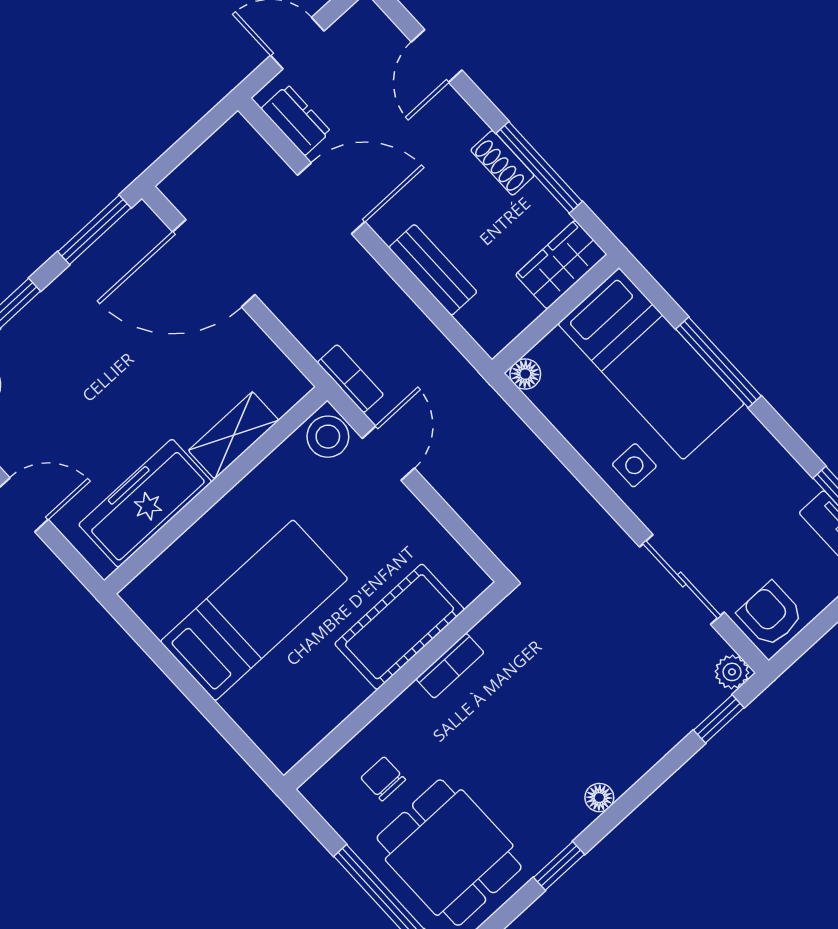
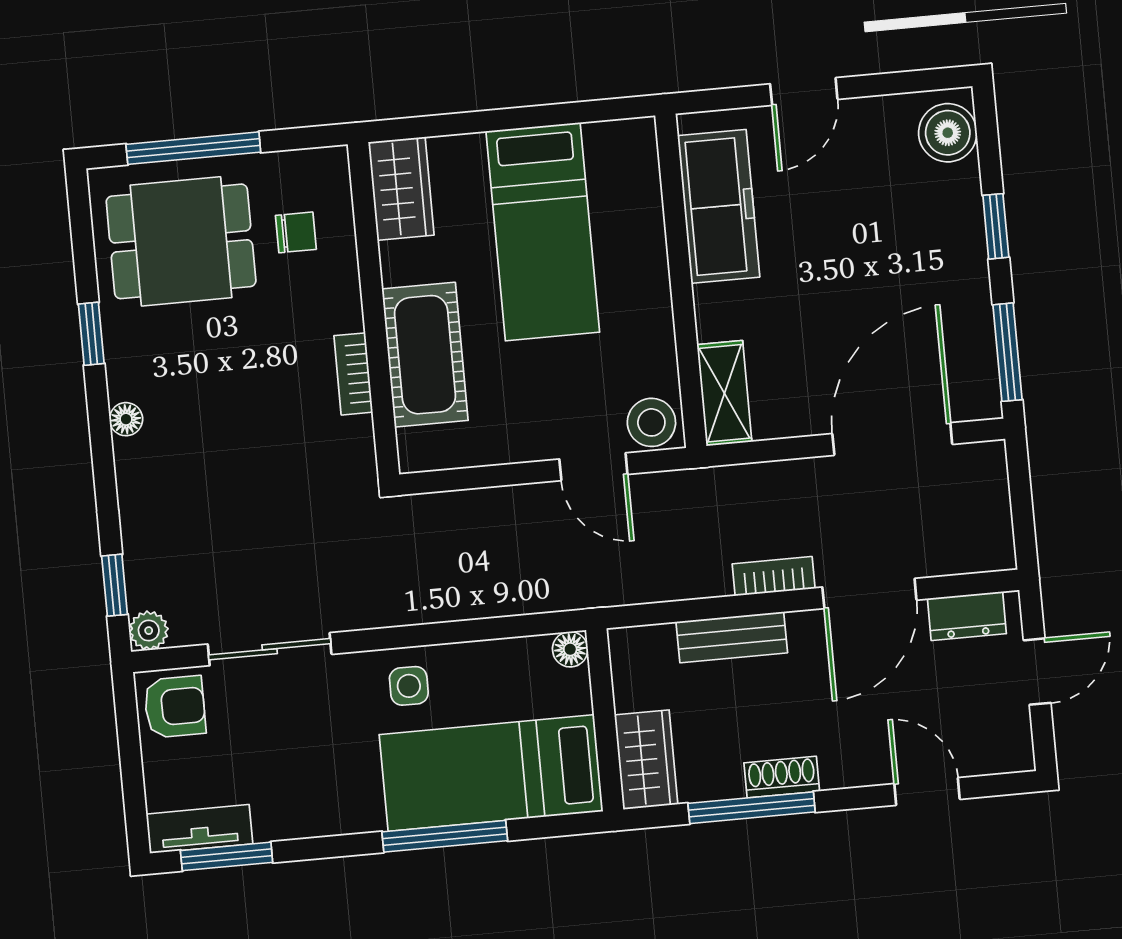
bookcase: (350, 379) -> (774, 576), moved, turned 180
shelving: (234, 435) -> (724, 393), moved
wardrobe: (298, 730) -> (401, 189), added

